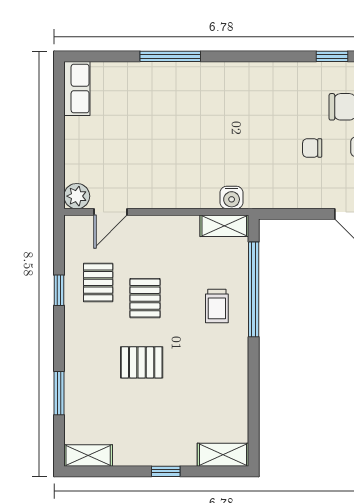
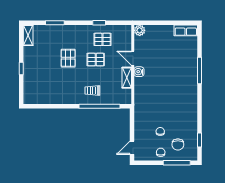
water cooler: (232, 197) -> (139, 72), moved
door: (110, 212) -> (133, 58), moved
shelving: (224, 226) -> (127, 78), moved
shelving: (223, 455) -> (28, 93), removed

